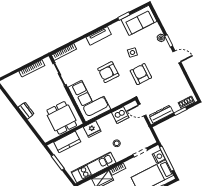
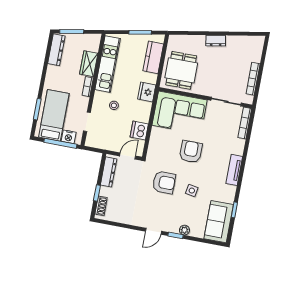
dining table: (62, 118) -> (181, 70), turned 90

